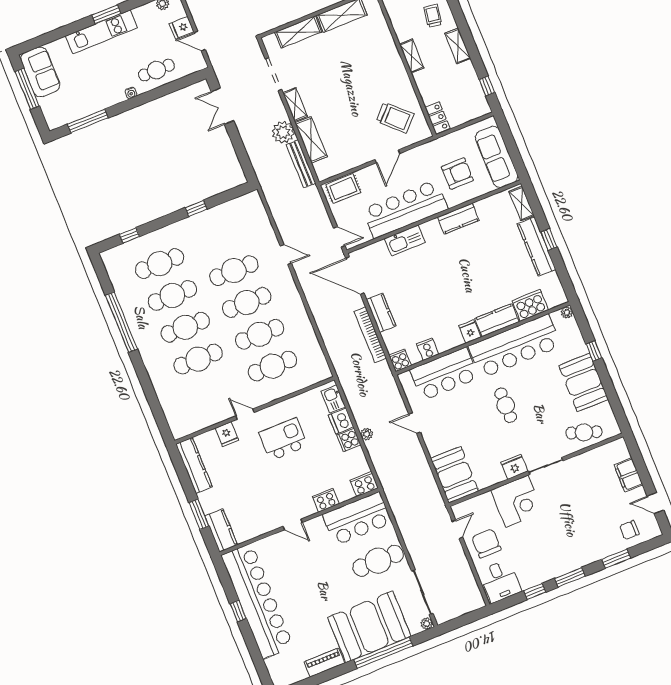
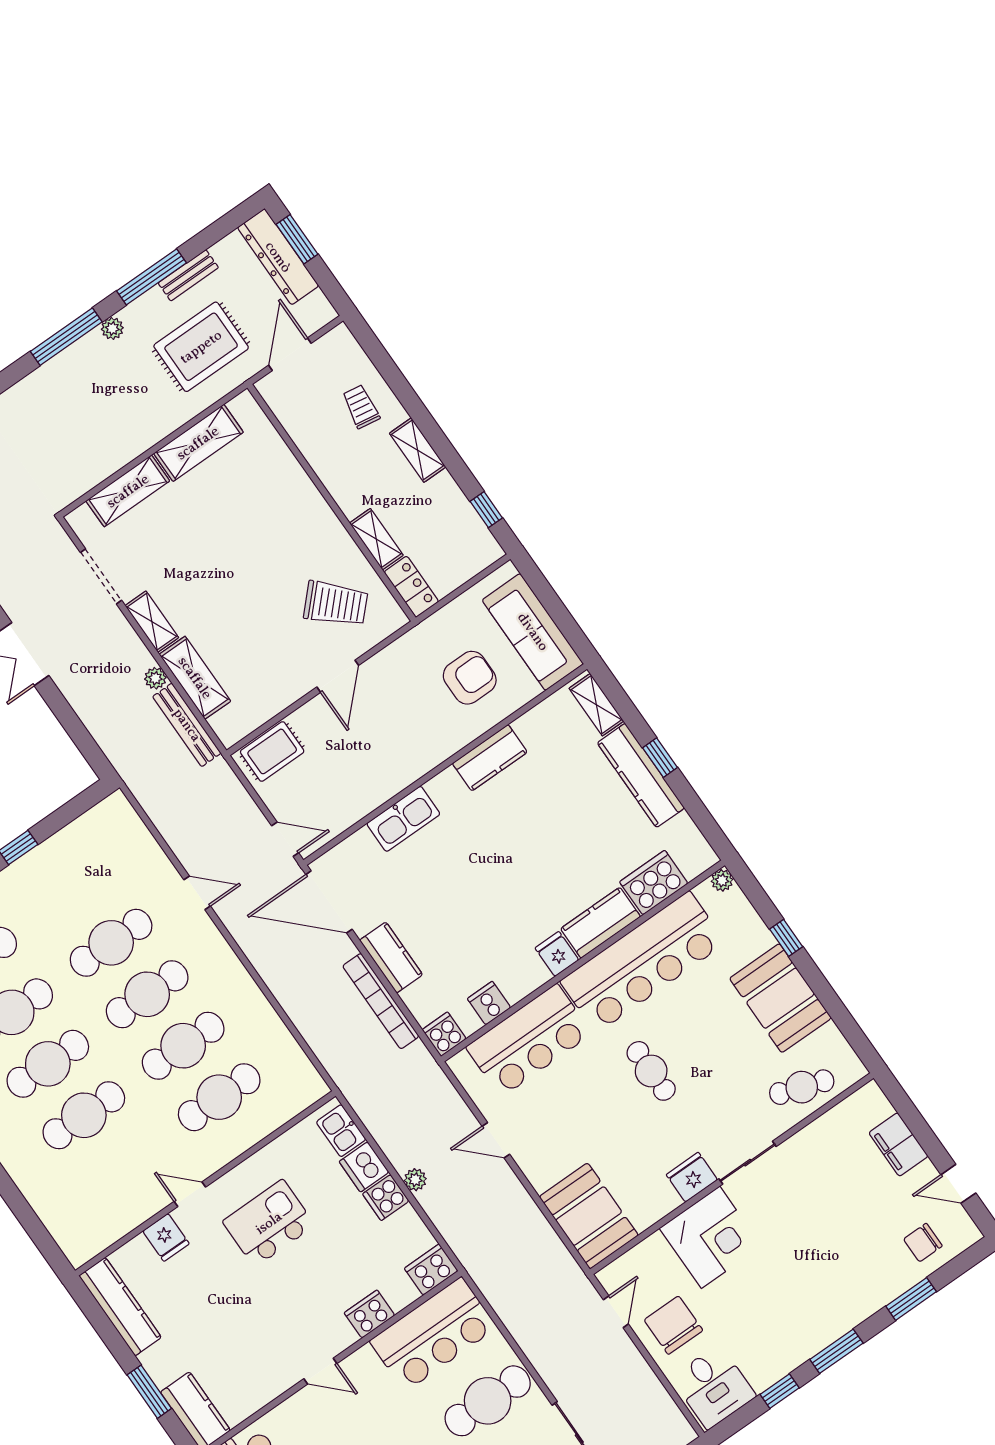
shelving: (412, 56) -> (376, 539), moved
plant: (283, 132) -> (155, 678), width x0.53, depth x0.53
bar counter: (405, 209) -> (391, 763), removed

